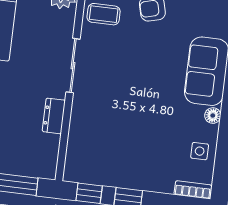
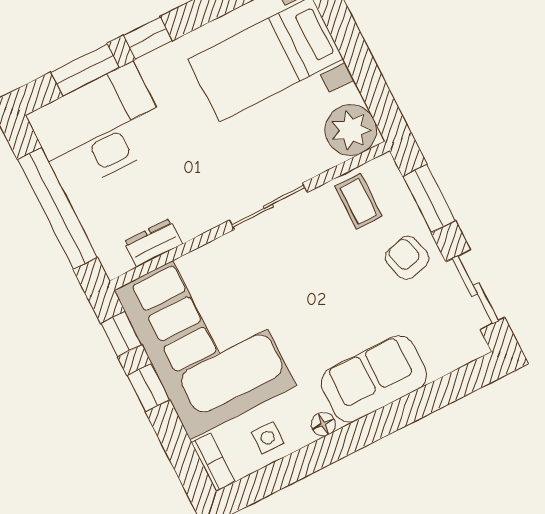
dresser: (54, 116) -> (153, 243), moved
corner sofa: (122, 149) -> (205, 338), added

